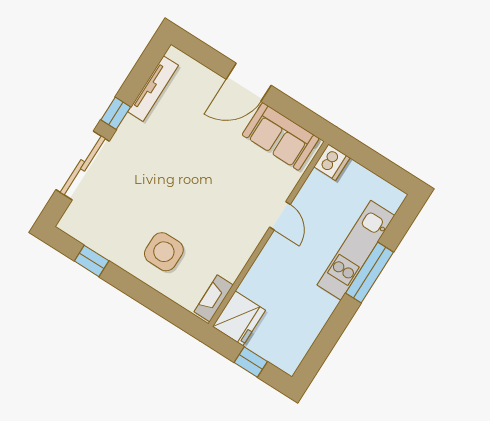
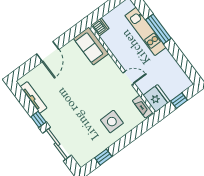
sofa: (281, 137) -> (91, 46), moved, turned 90
door: (280, 216) -> (129, 78), moved

